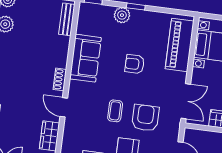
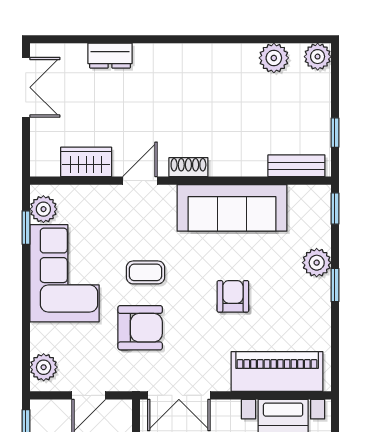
sofa: (85, 58) -> (232, 208), width x1.36

